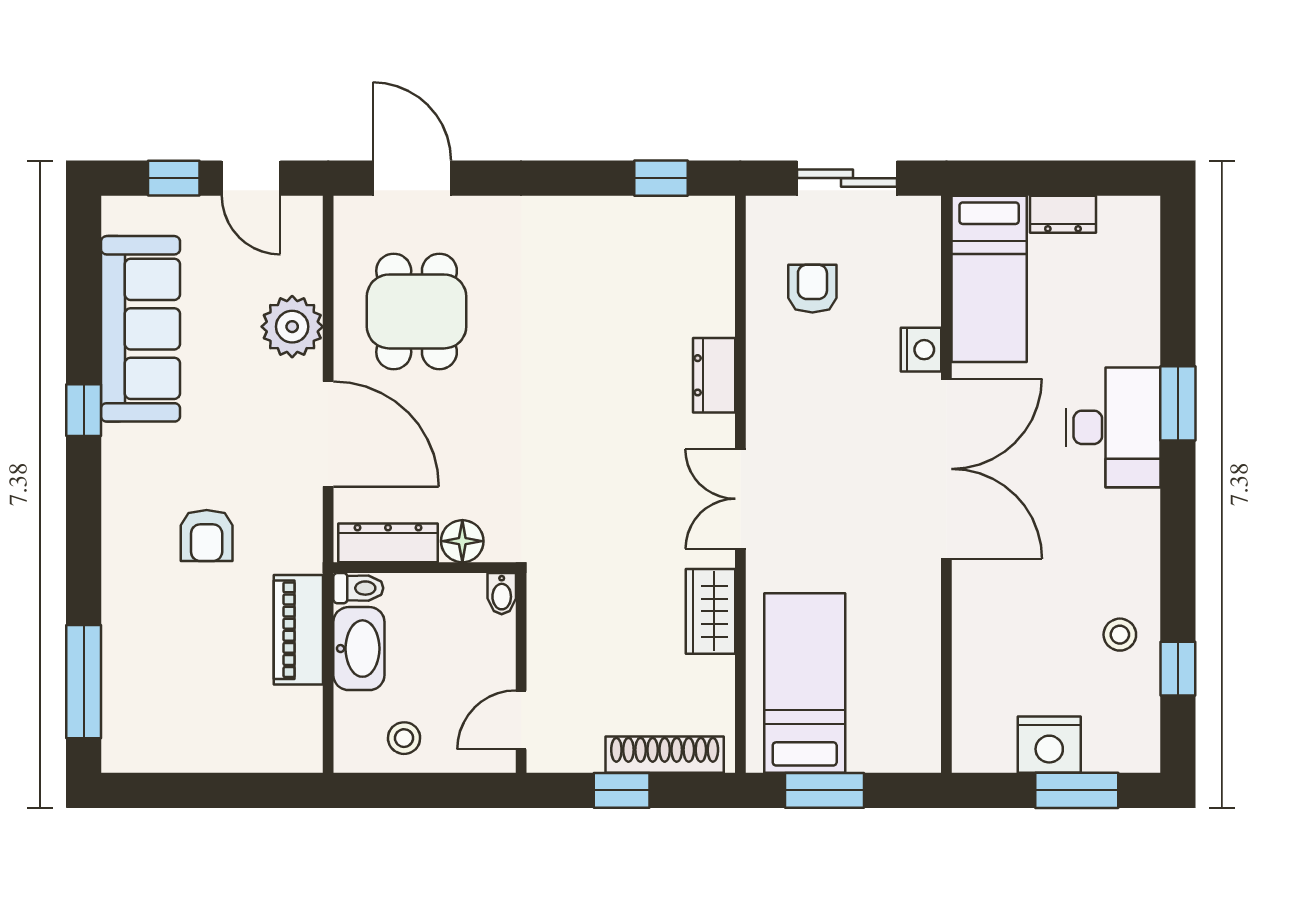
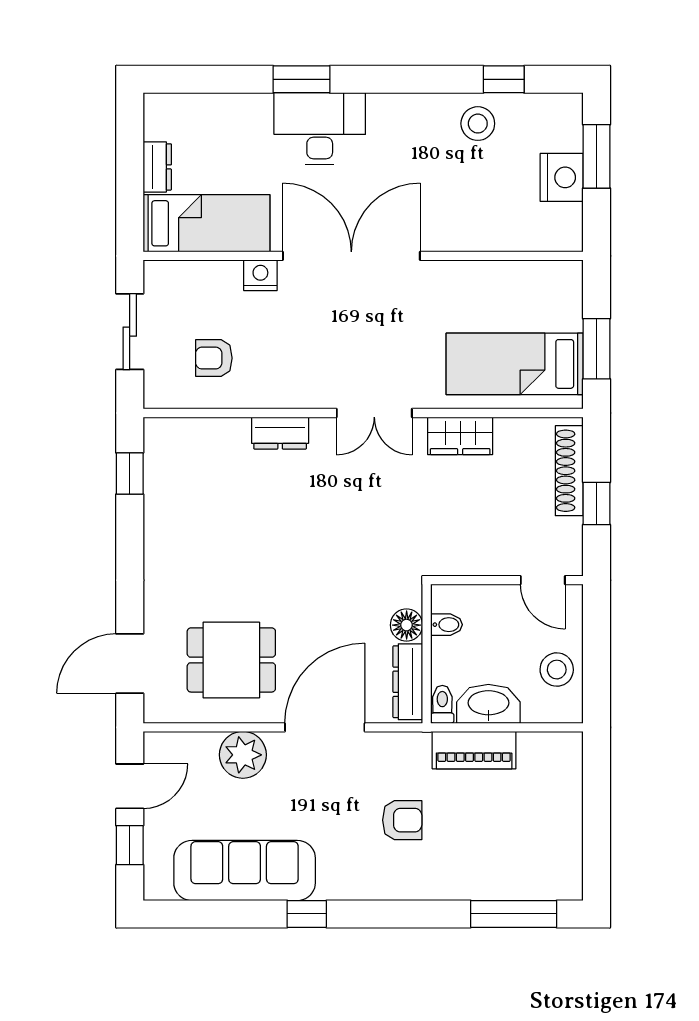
bidet: (502, 594) -> (447, 625), moved
stool: (1120, 635) -> (478, 124), width x1.37, depth x1.37
stool: (404, 738) -> (557, 670), width x1.37, depth x1.37

